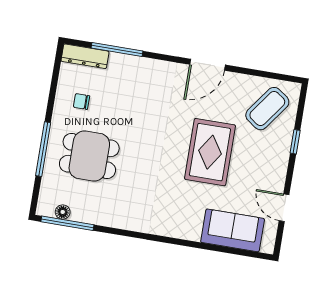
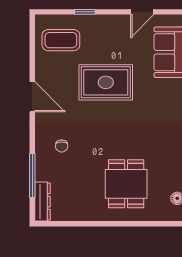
chair: (82, 101) -> (62, 146), moved
coffee table: (267, 109) -> (61, 40), turned -36
window: (43, 149) -> (127, 224), removed

